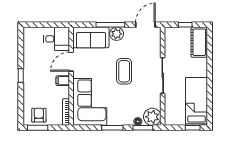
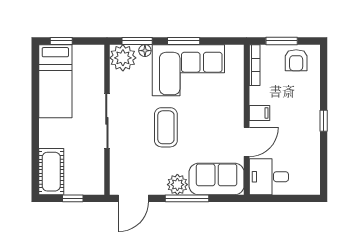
corner sofa: (90, 102) -> (188, 70), moved, turned -90
window: (38, 128) -> (282, 41), moved

